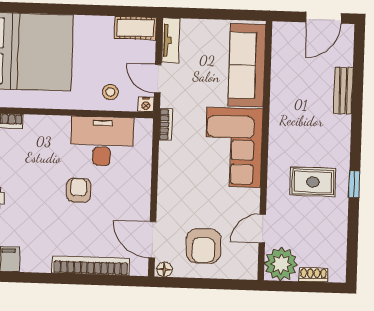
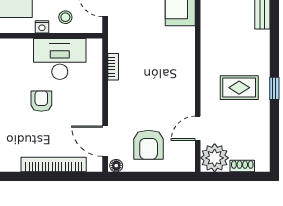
nightstand: (146, 105) -> (42, 27), moved
bookcase: (166, 125) -> (113, 67), moved
corner sofa: (234, 147) -> (171, 60), removed

